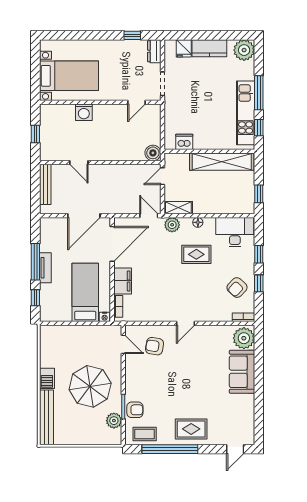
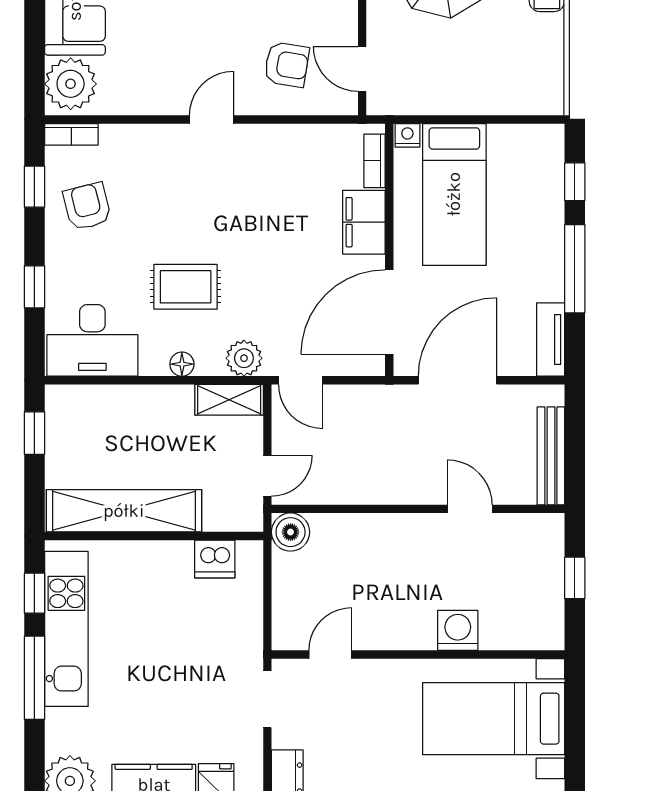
tv unit: (45, 268) -> (551, 339), moved
window: (259, 283) -> (34, 187), moved
armchair: (237, 288) -> (87, 206), turned -57

